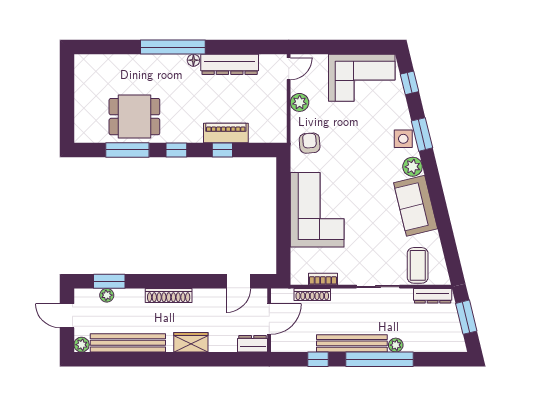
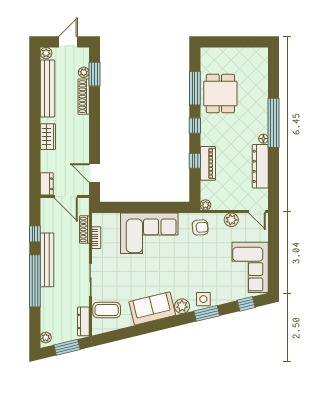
plant: (280, 136) -> (206, 205), added
shoe rack: (169, 296) -> (84, 97), moved
plant: (396, 345) -> (46, 338), moved

